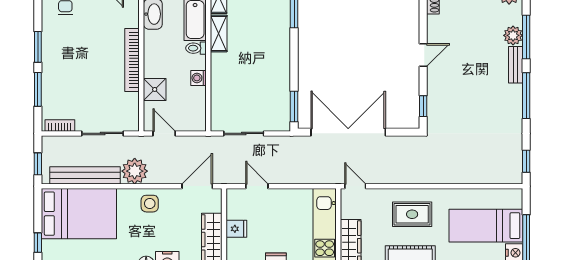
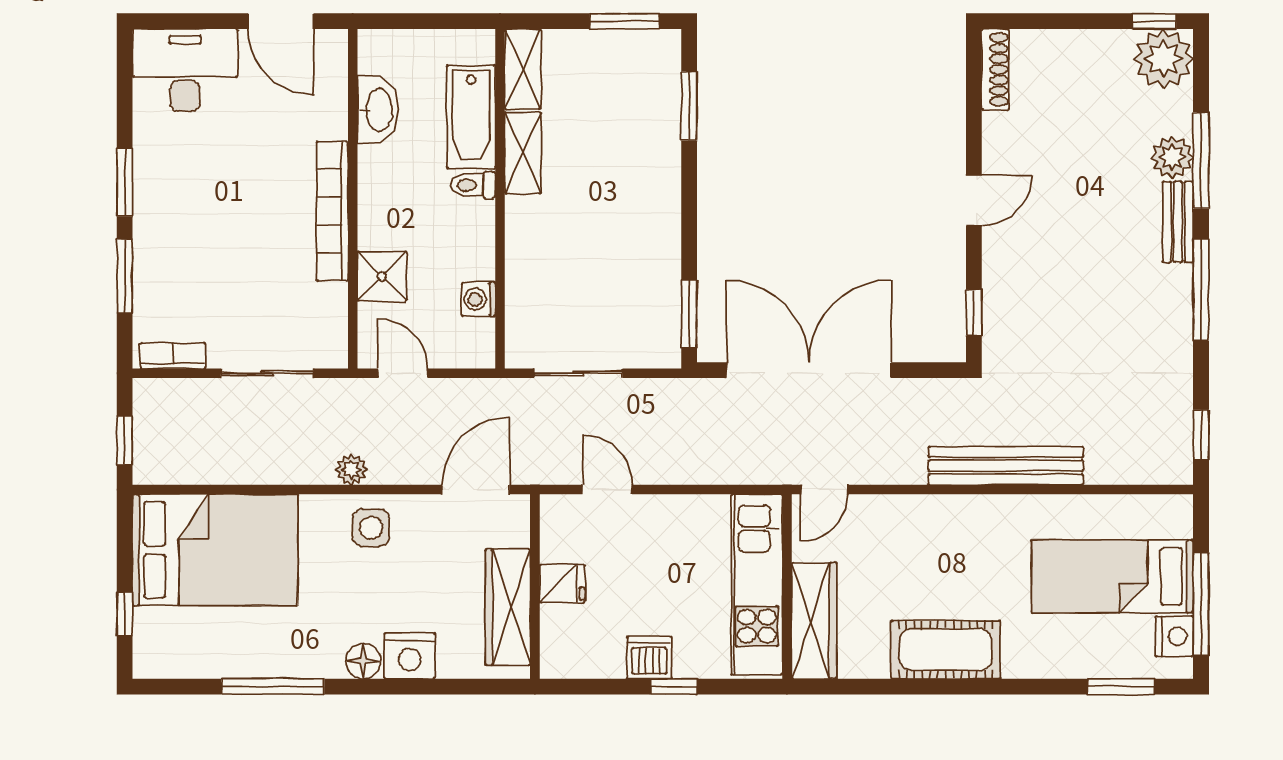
washing machine: (198, 78) -> (479, 299), moved
plant: (135, 171) -> (351, 470), width x0.53, depth x0.53
bench: (85, 175) -> (1006, 466), moved
door: (355, 186) -> (824, 490), swing flipped
rug: (412, 214) -> (950, 551), removed

